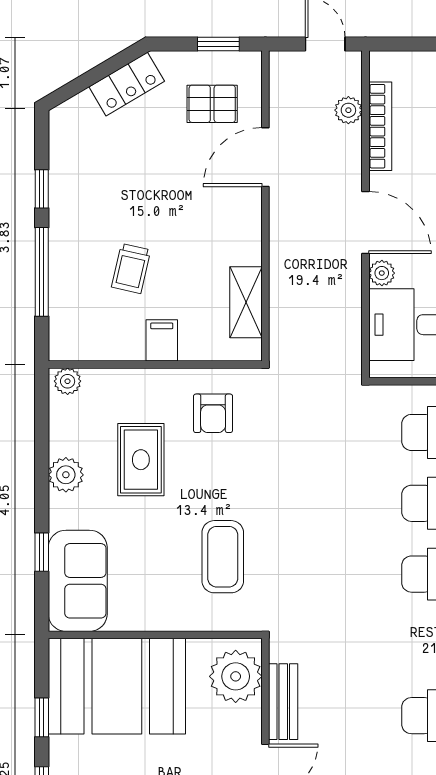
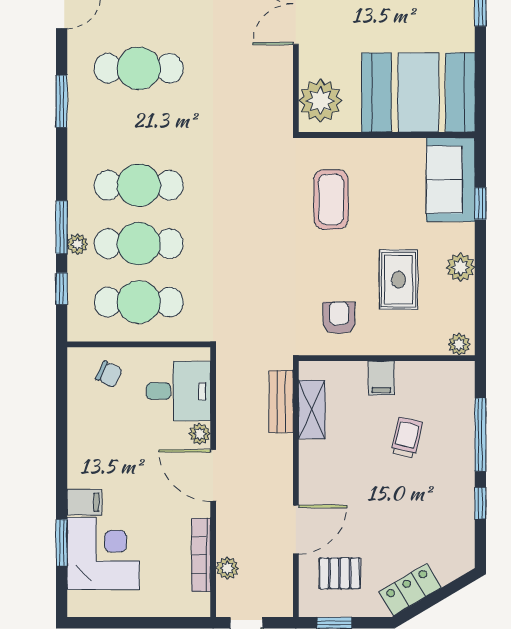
bench: (283, 702) -> (281, 402), moved
window: (42, 717) -> (480, 67), removed

